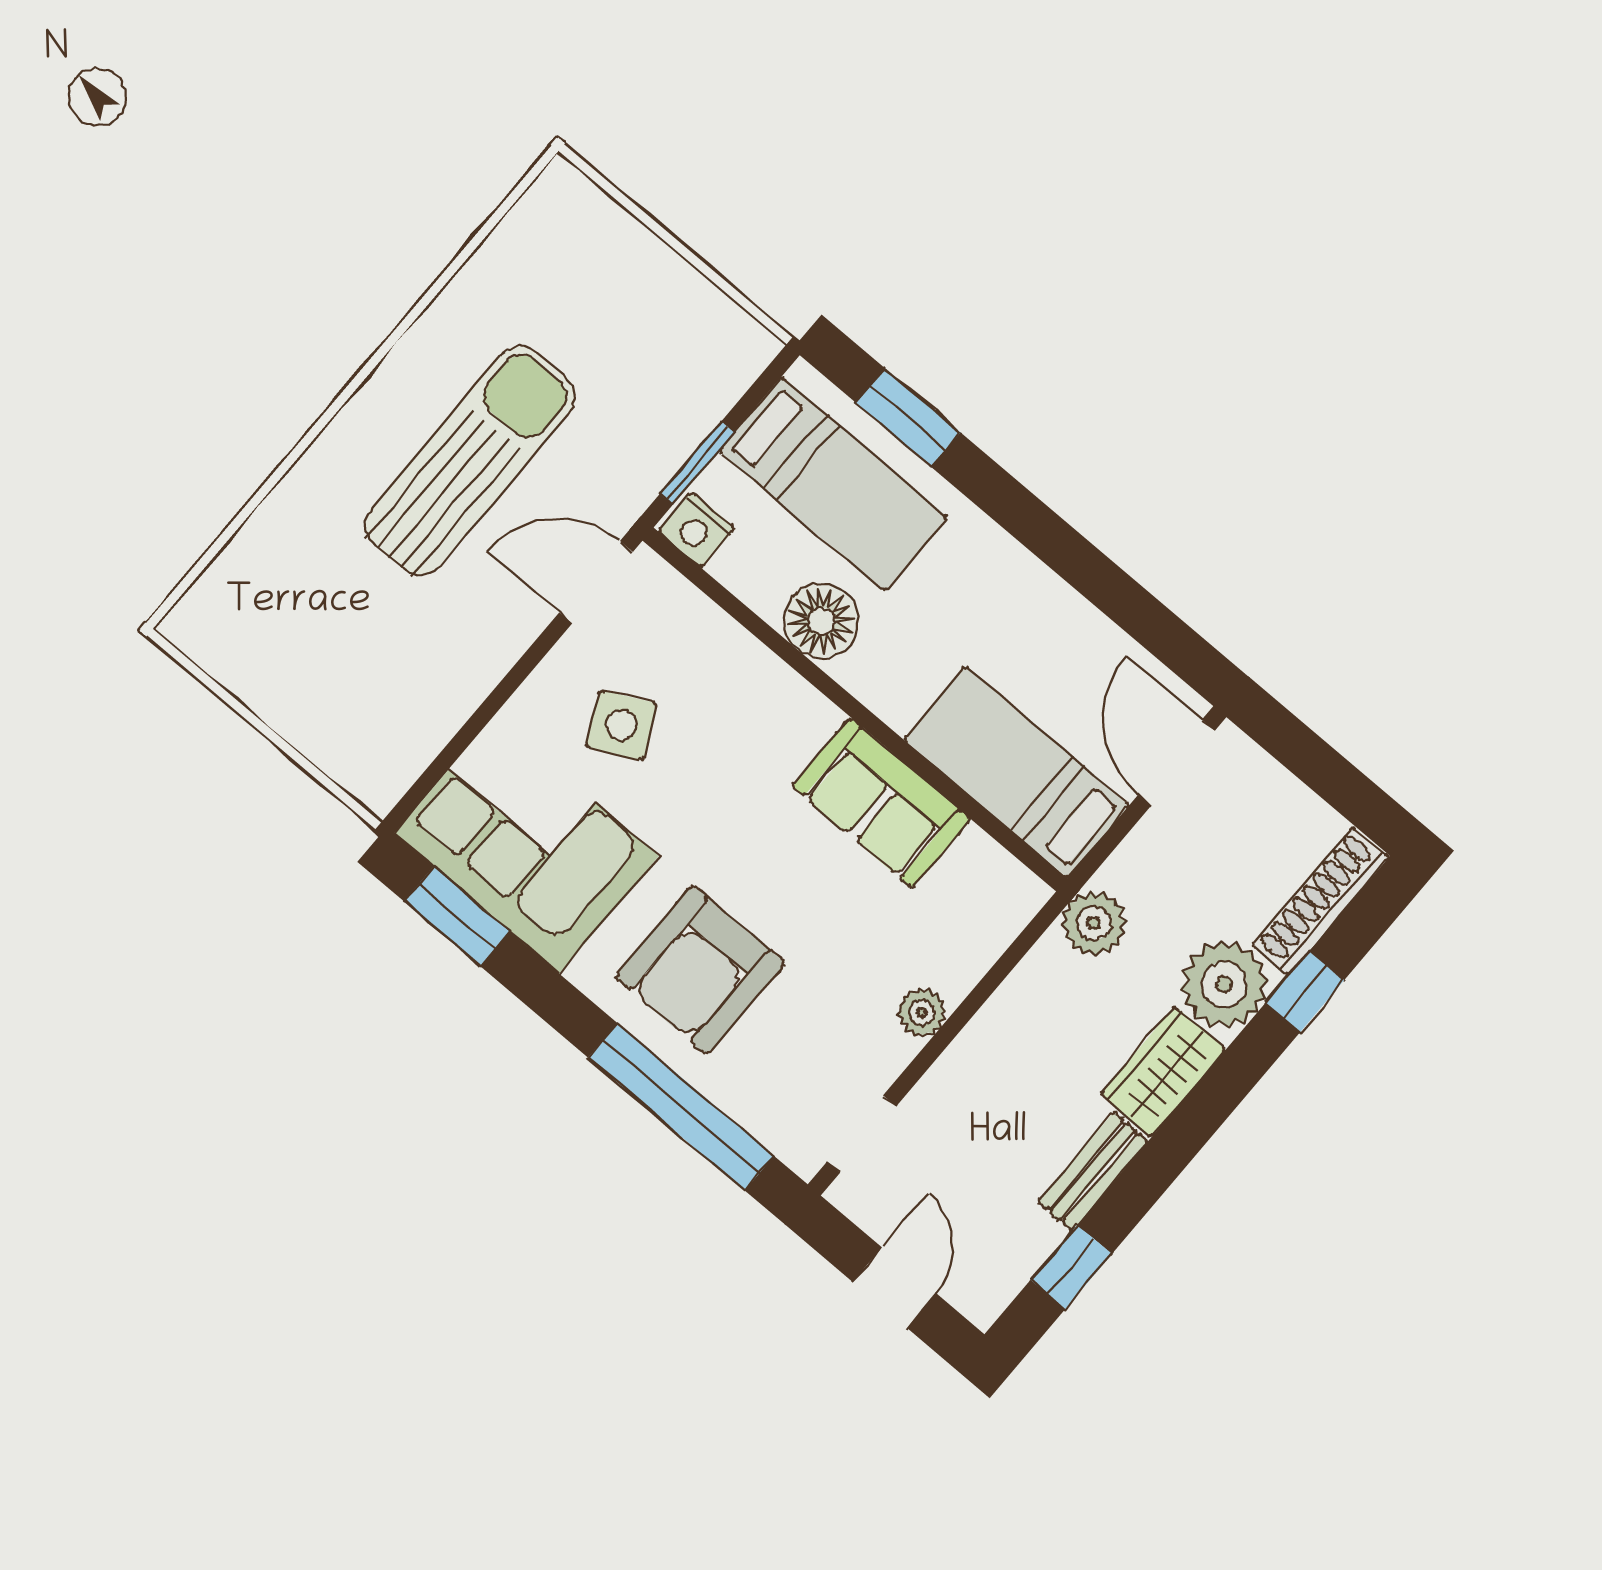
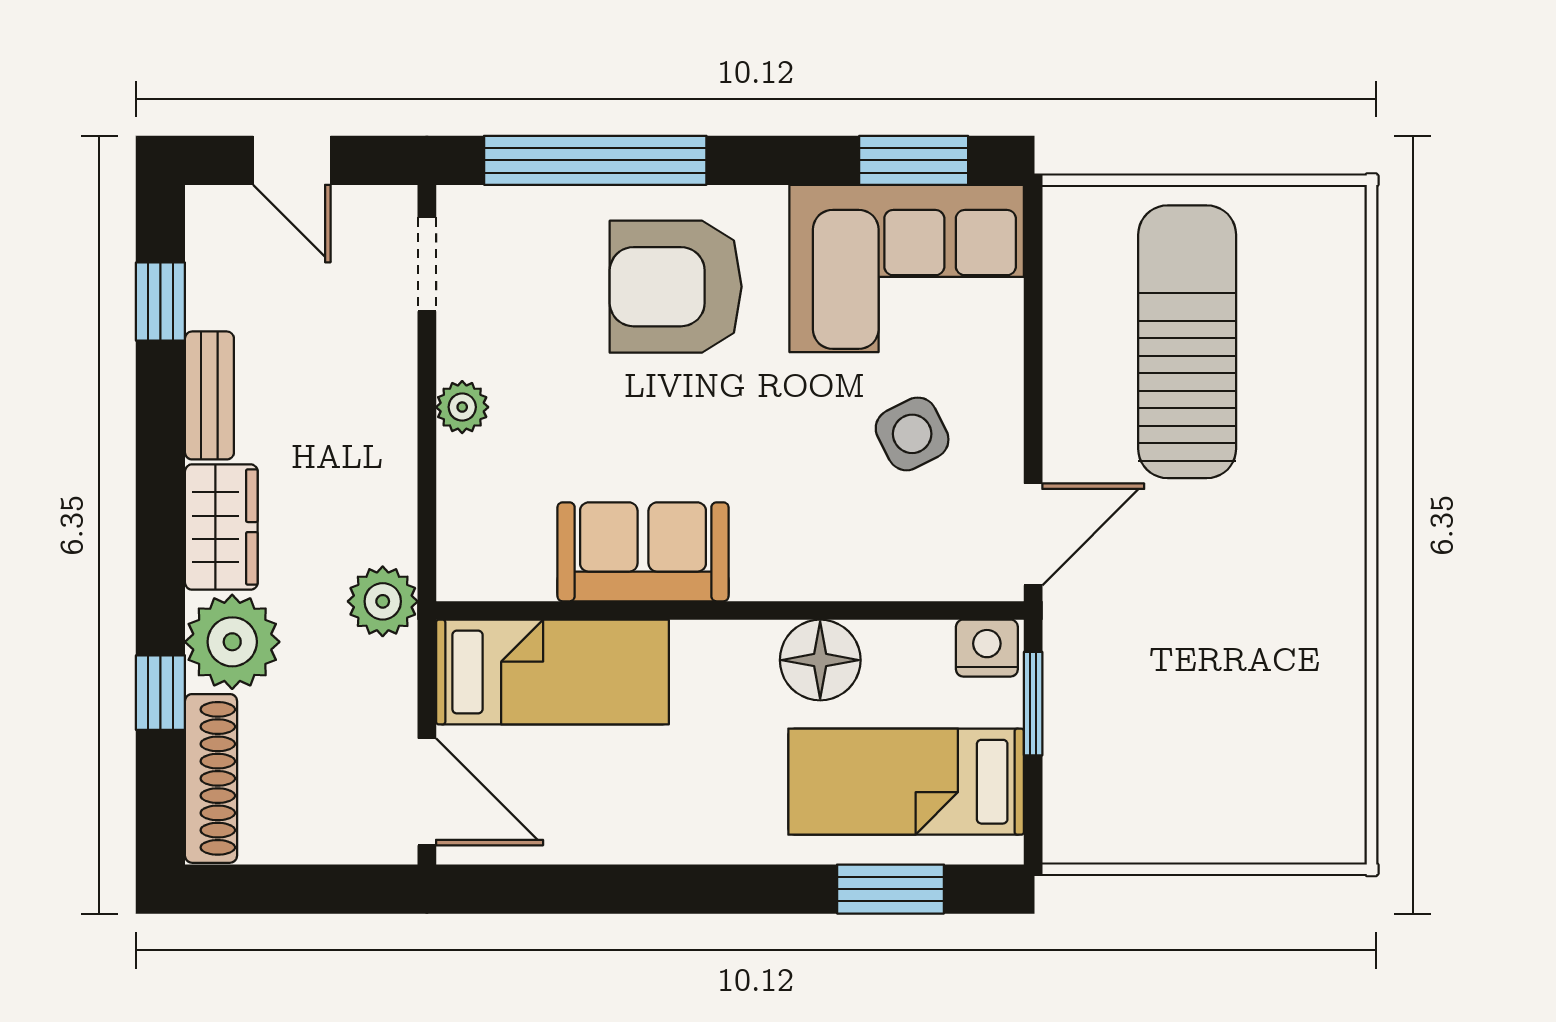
sun lounger: (470, 460) -> (1187, 342), moved, turned 180
armchair: (700, 970) -> (676, 287), turned -90

